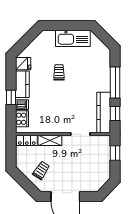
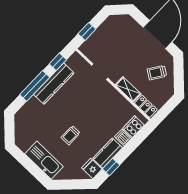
kitchen sink: (73, 38) -> (44, 160), moved
window: (11, 97) -> (111, 167), moved
kitchen counter: (104, 112) -> (54, 84), moved

